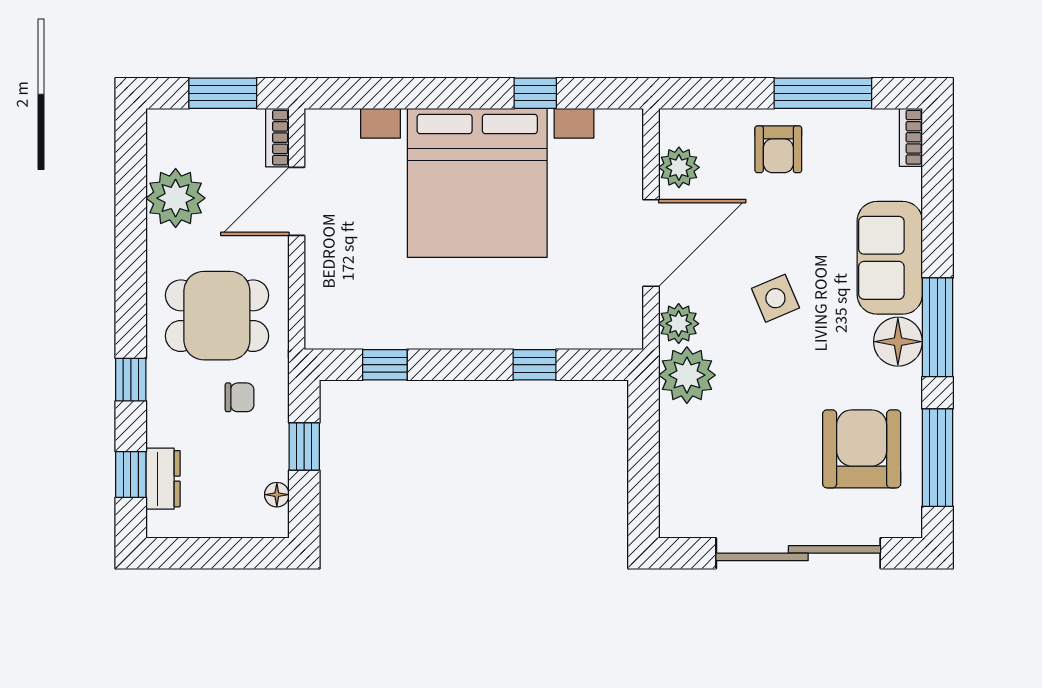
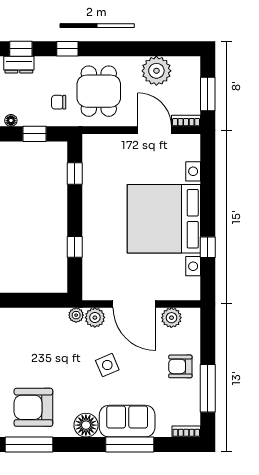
window: (938, 327) -> (130, 445), moved
plant: (687, 375) -> (76, 315), width x0.53, depth x0.53
chair: (240, 397) -> (59, 102), turned 90
armchair: (862, 449) -> (33, 407), turned 180

